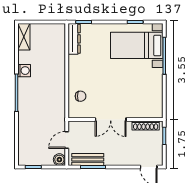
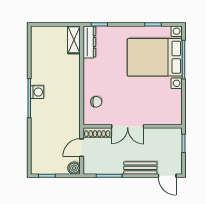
shelving: (24, 37) -> (74, 40), moved
bed with nightstands: (137, 45) -> (155, 57), width x1.36
washing machine: (24, 71) -> (37, 92), moved
shoe rack: (146, 126) -> (97, 132), moved
bench: (88, 159) -> (140, 168), moved

